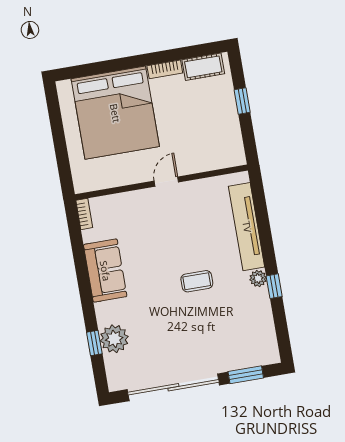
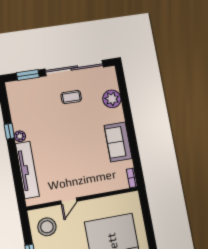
stool: (217, 140) -> (47, 227), added
door: (166, 182) -> (69, 201), moved
coffee table: (197, 281) -> (71, 97), moved
window: (94, 343) -> (124, 96), removed

